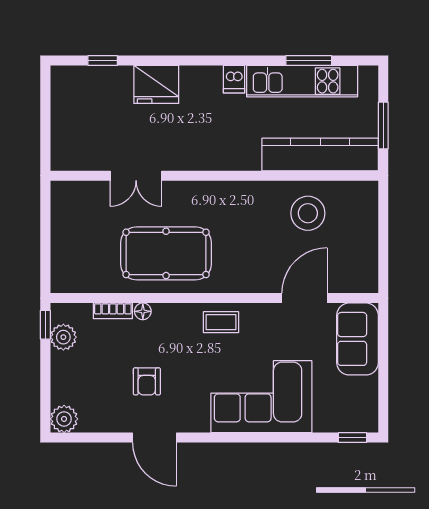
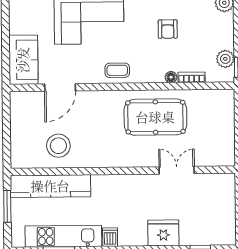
armchair: (147, 381) -> (168, 29), turned 180

